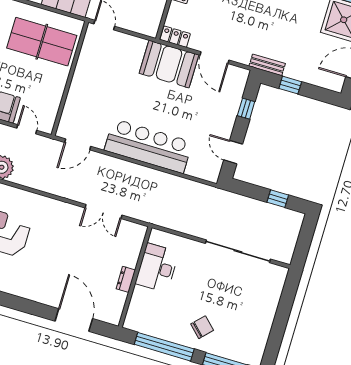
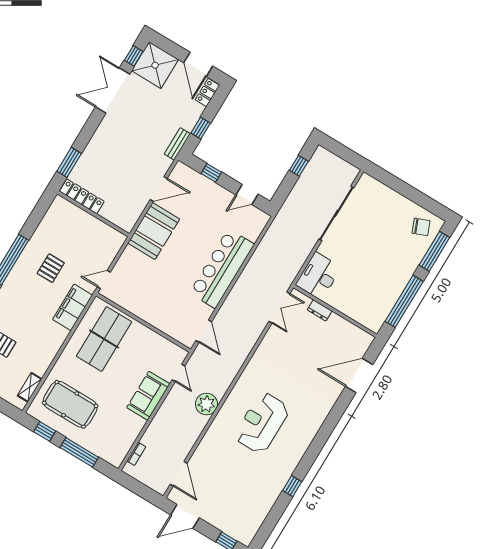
locker: (175, 37) -> (207, 93), moved
door: (27, 129) -> (178, 373), swing flipped
double door: (103, 211) -> (279, 307), moved
desk: (157, 268) -> (318, 276), moved, turned 90
dresser: (126, 279) -> (320, 310), moved
chair: (202, 327) -> (421, 227), moved, turned 114

